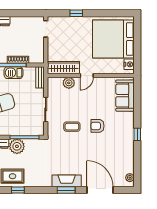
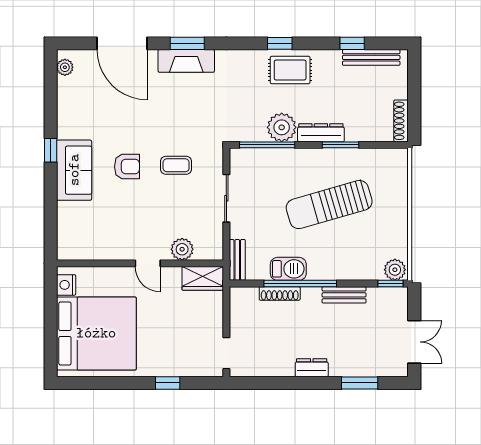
wardrobe: (63, 68) -> (203, 278), width x0.67
door: (87, 75) -> (148, 263), swing flipped
sofa: (125, 96) -> (74, 170), moved

